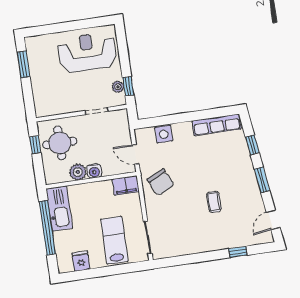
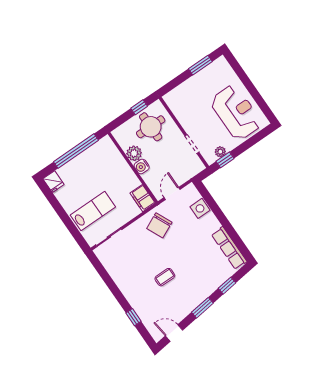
kitchen sink: (59, 208) -> (97, 153), removed
fridge: (81, 261) -> (53, 182), moved, turned 90

